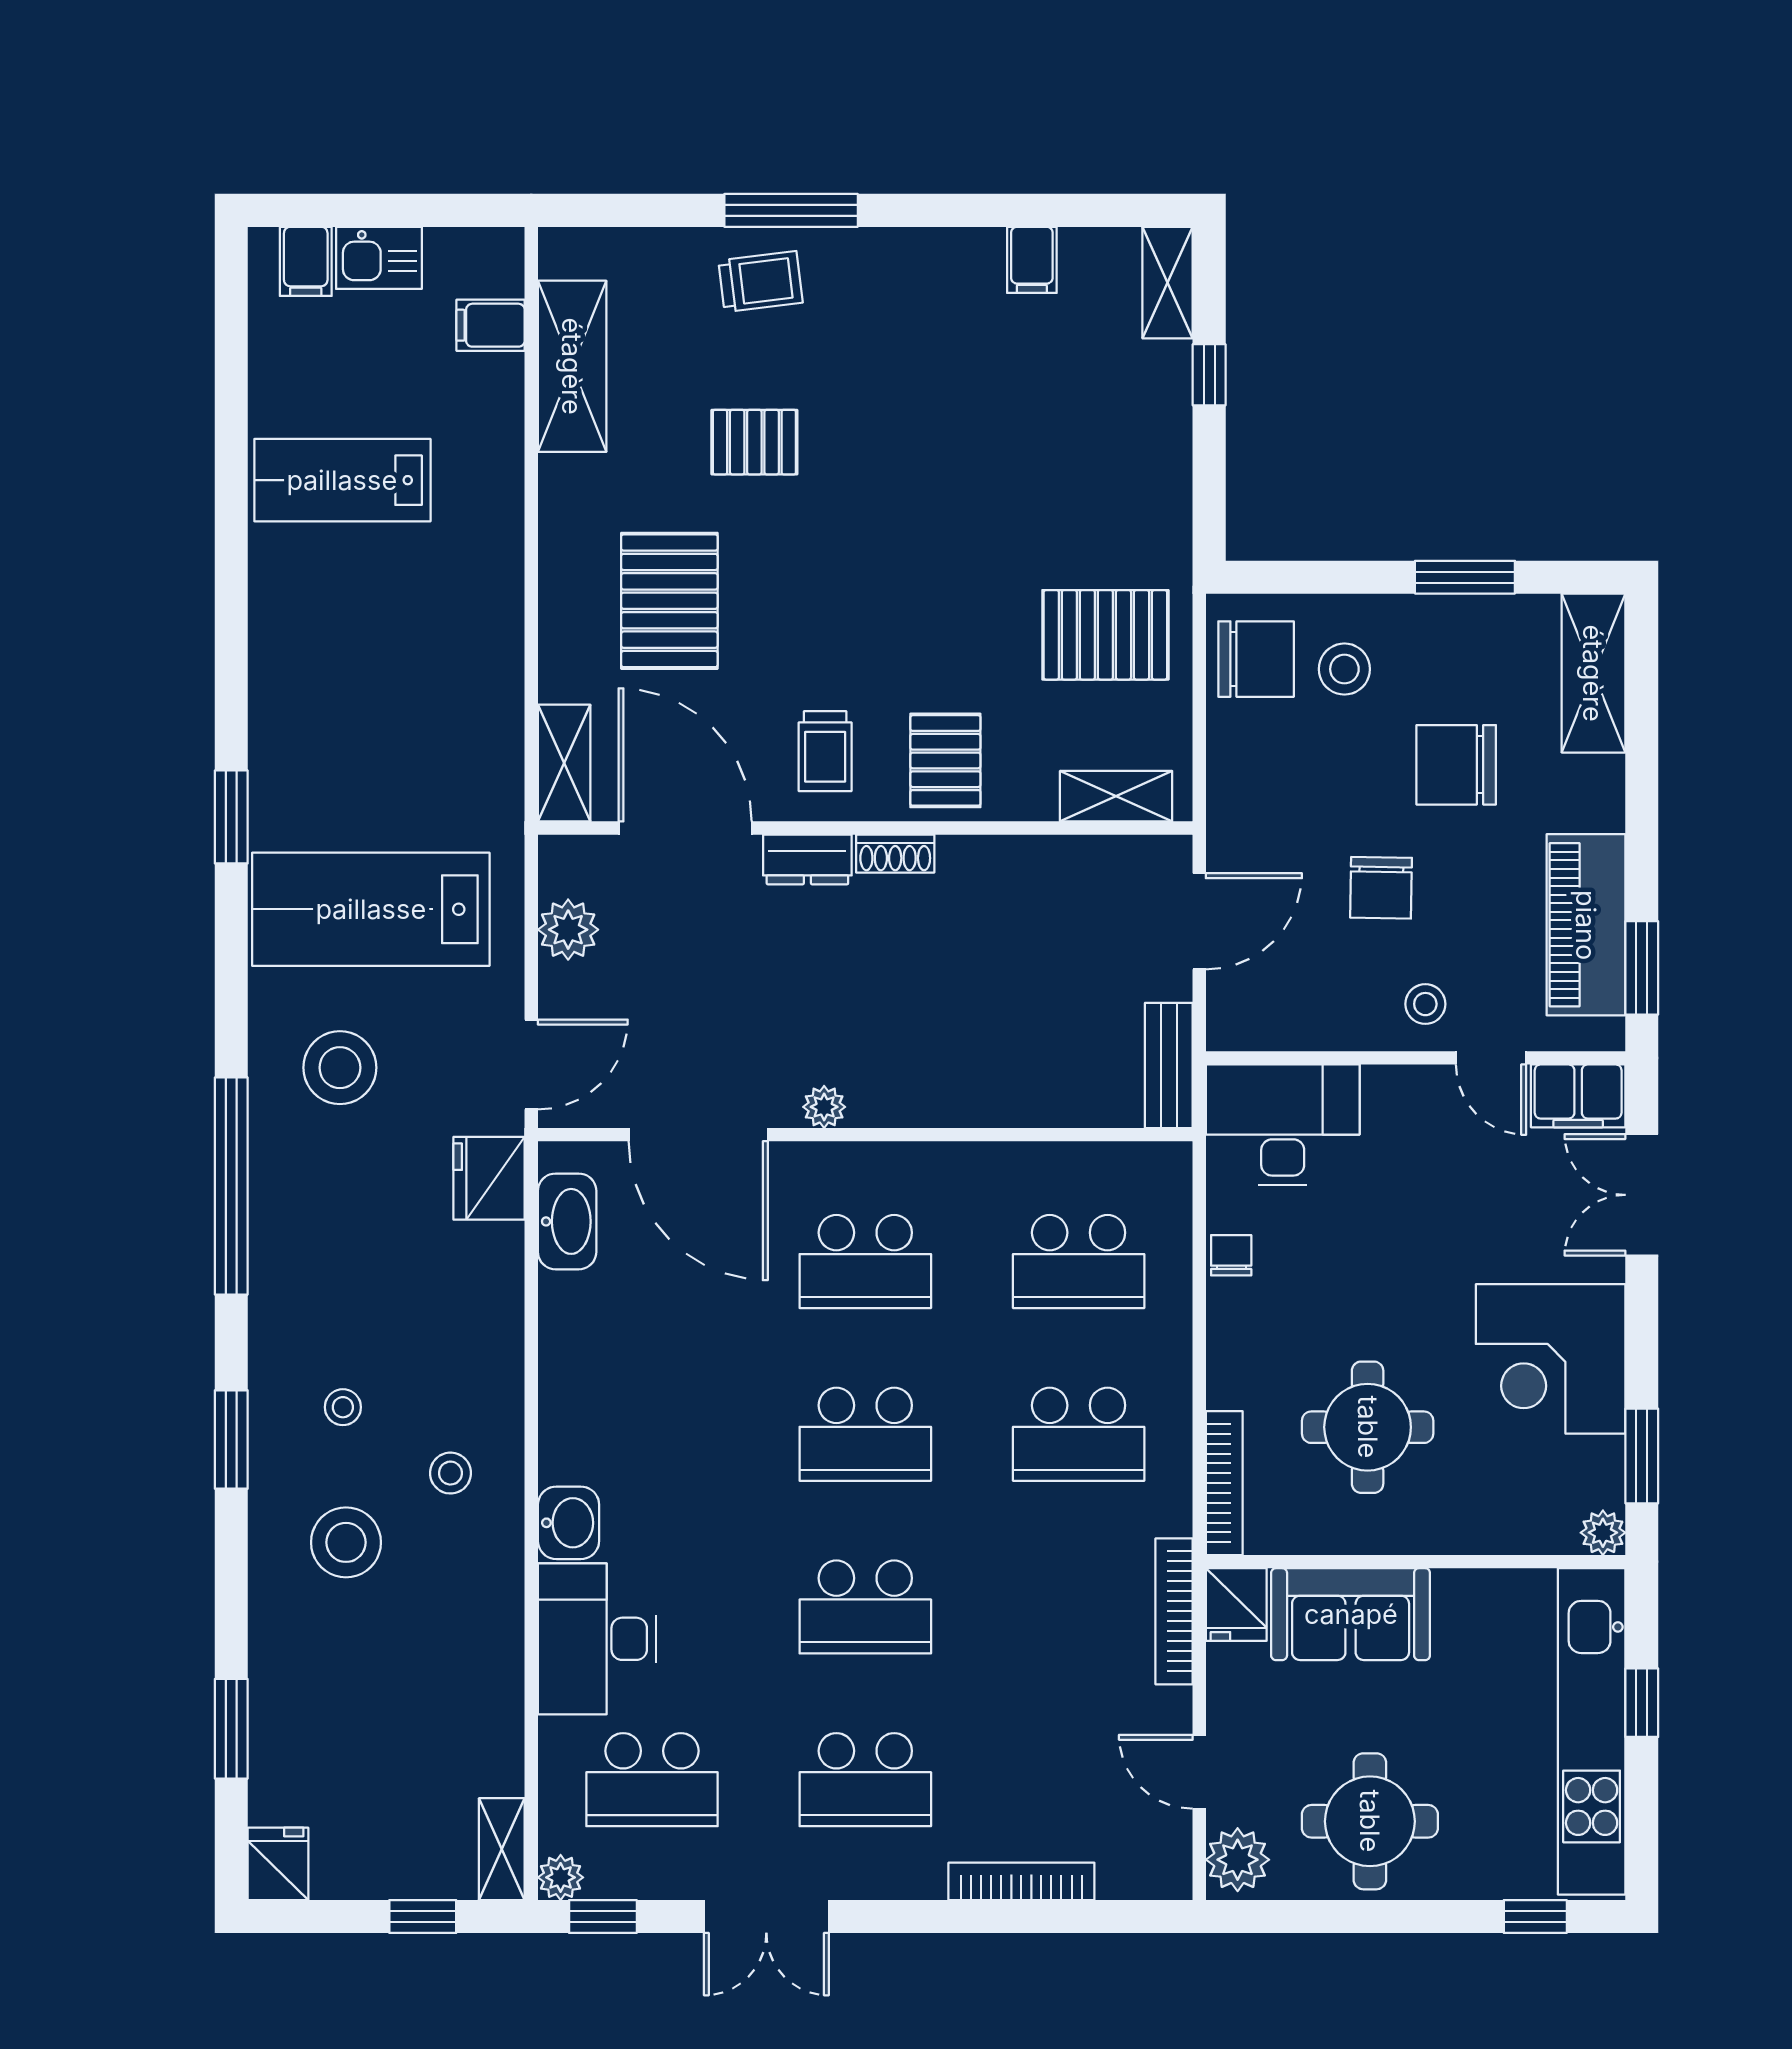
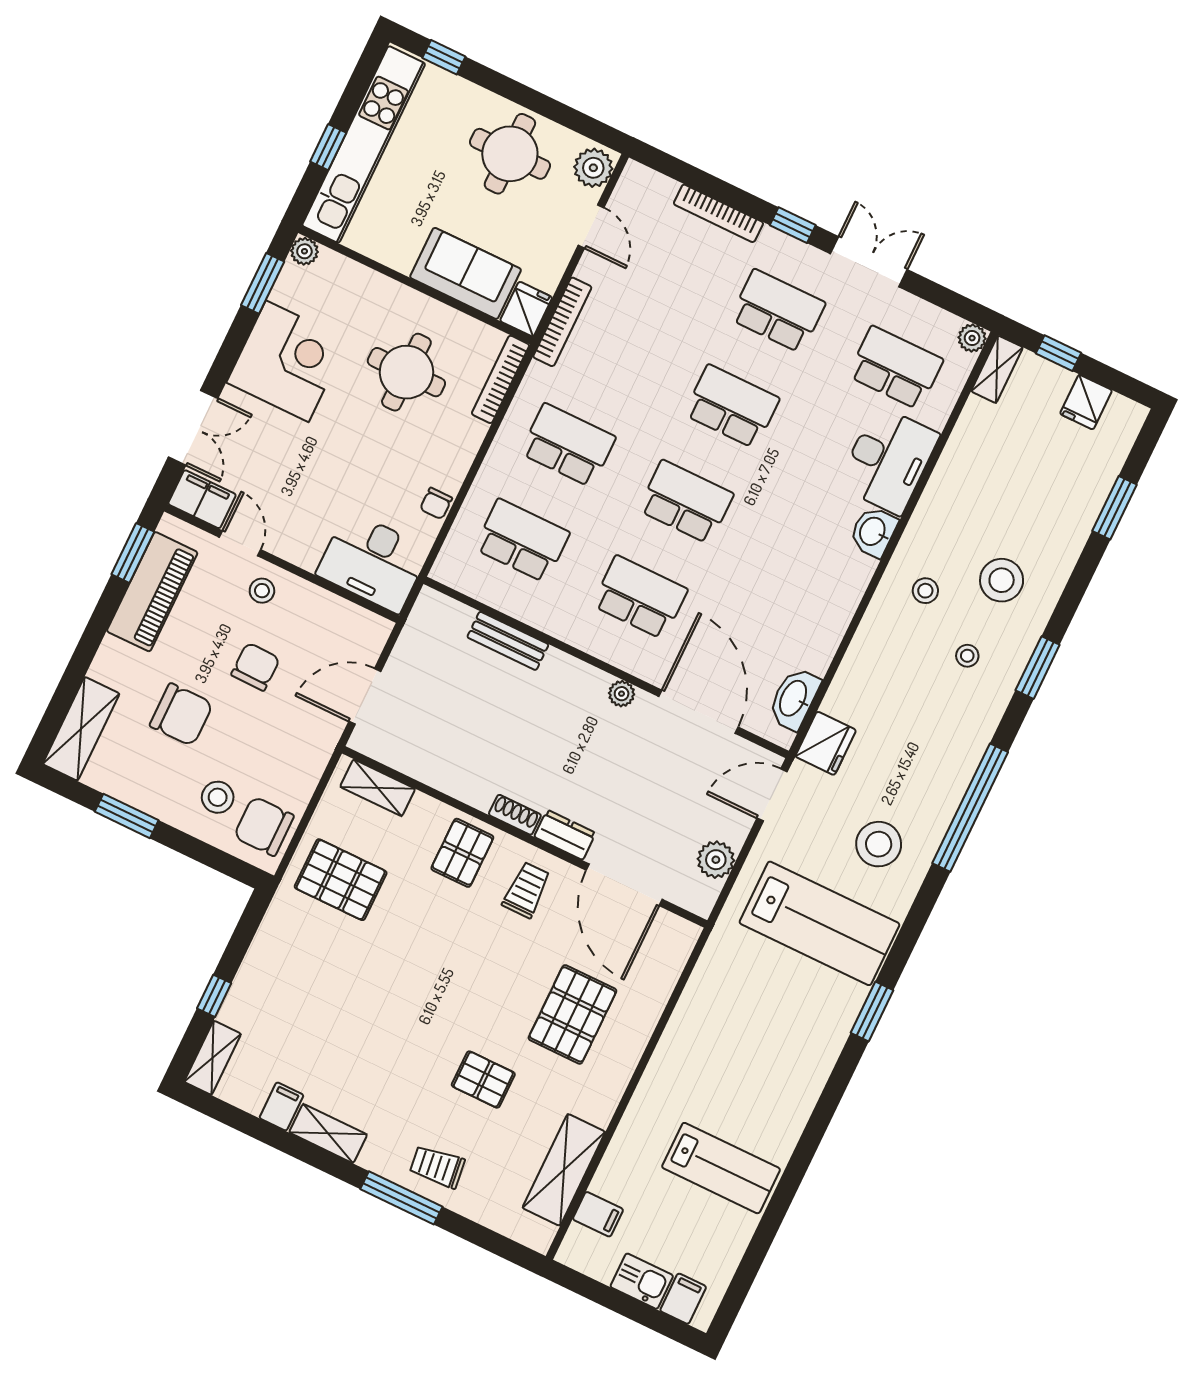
shelving: (564, 763) -> (328, 1133), moved, turned 90
bench: (1169, 1065) -> (508, 641), moved, turned 90
fridge: (278, 1864) -> (1086, 402), moved
window: (603, 1916) -> (793, 225), moved

